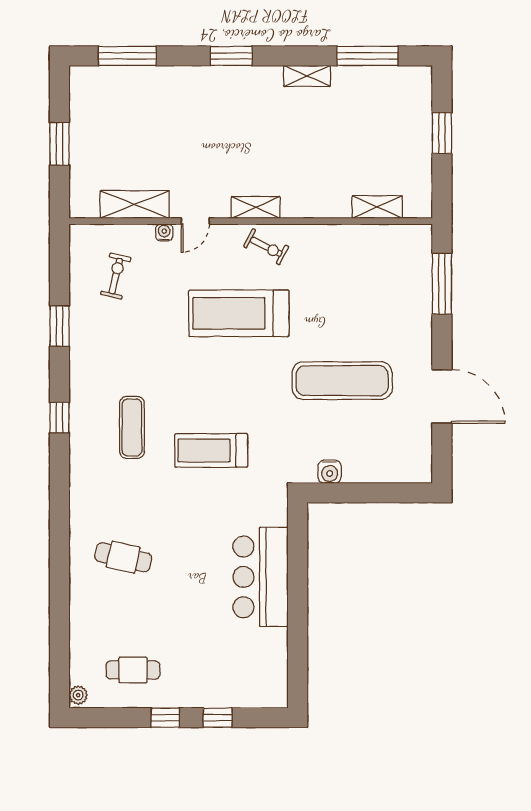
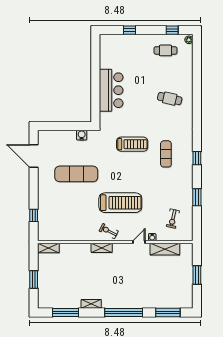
window: (231, 56) -> (124, 312), width x2.11
shelving: (256, 207) -> (102, 248), moved
shelving: (377, 207) -> (48, 248), moved
window: (442, 284) -> (34, 215), width x0.46
door: (442, 396) -> (34, 156), moved
window: (165, 718) -> (172, 30), moved

